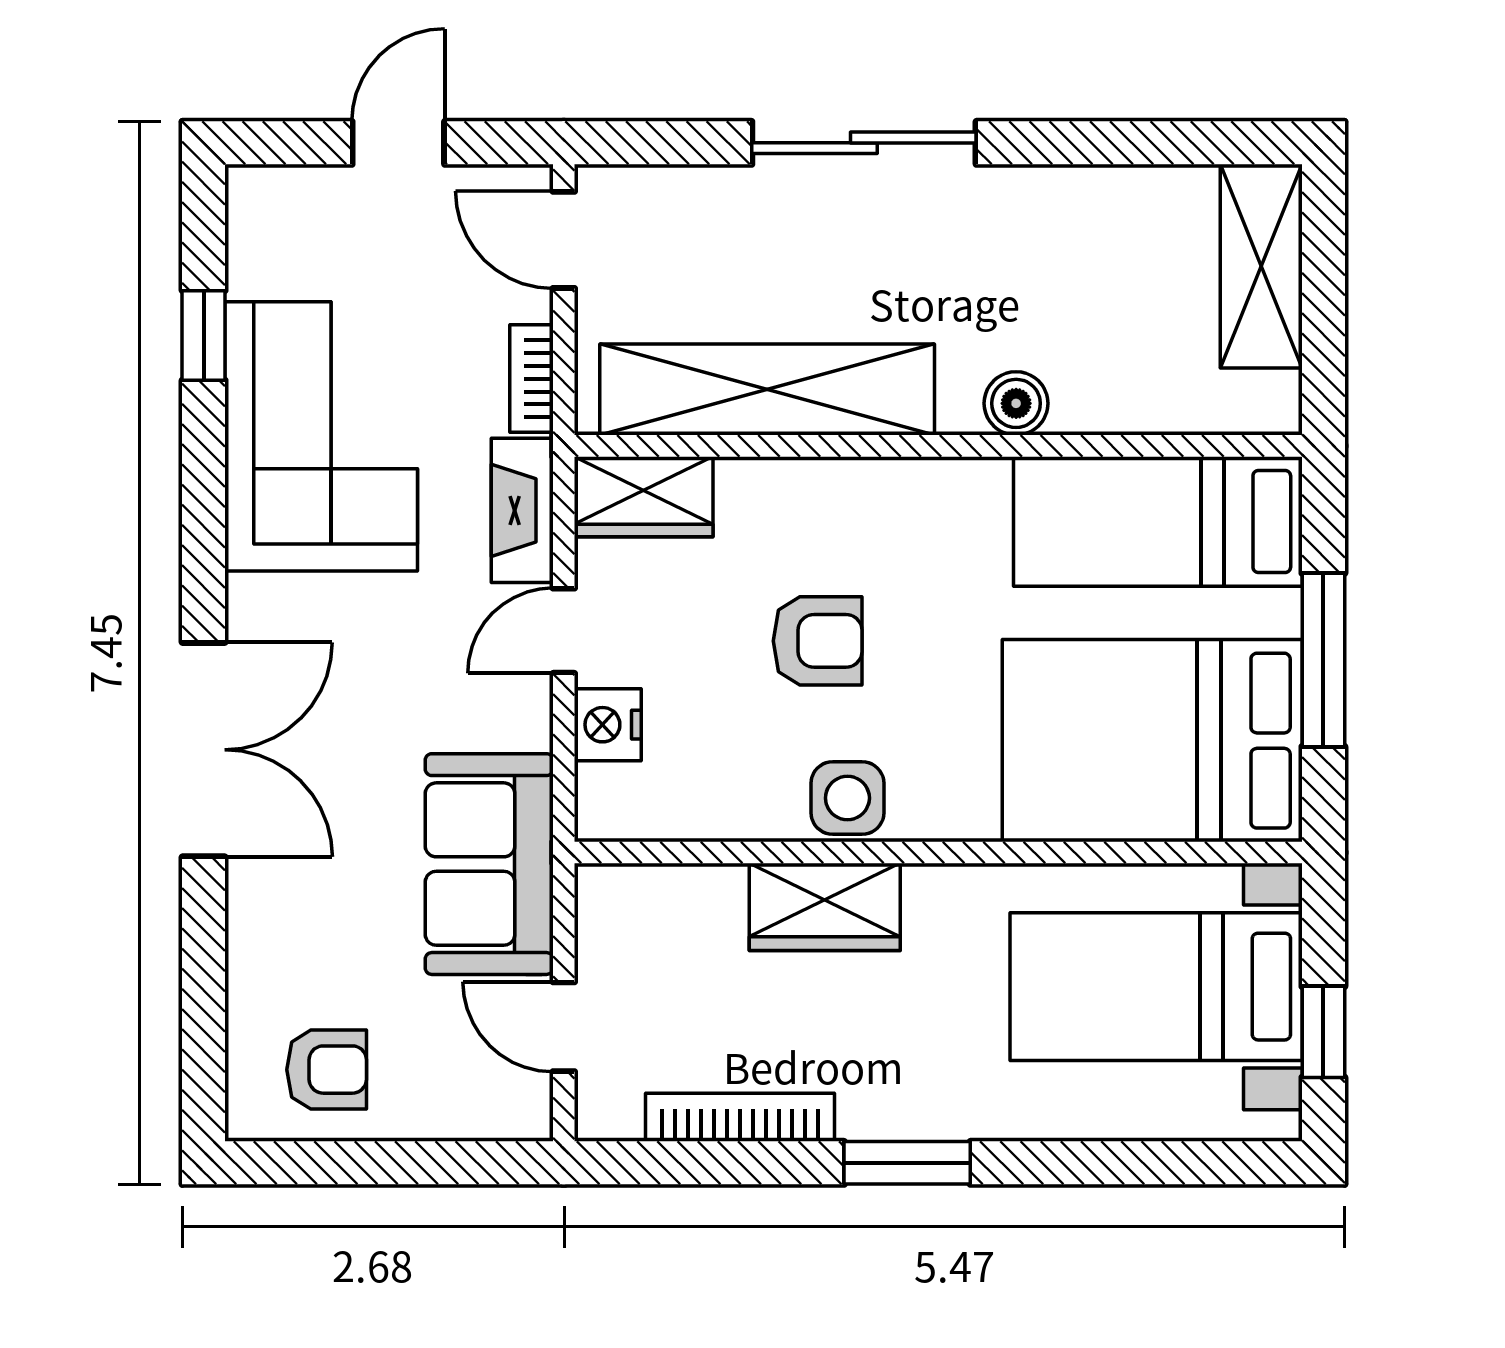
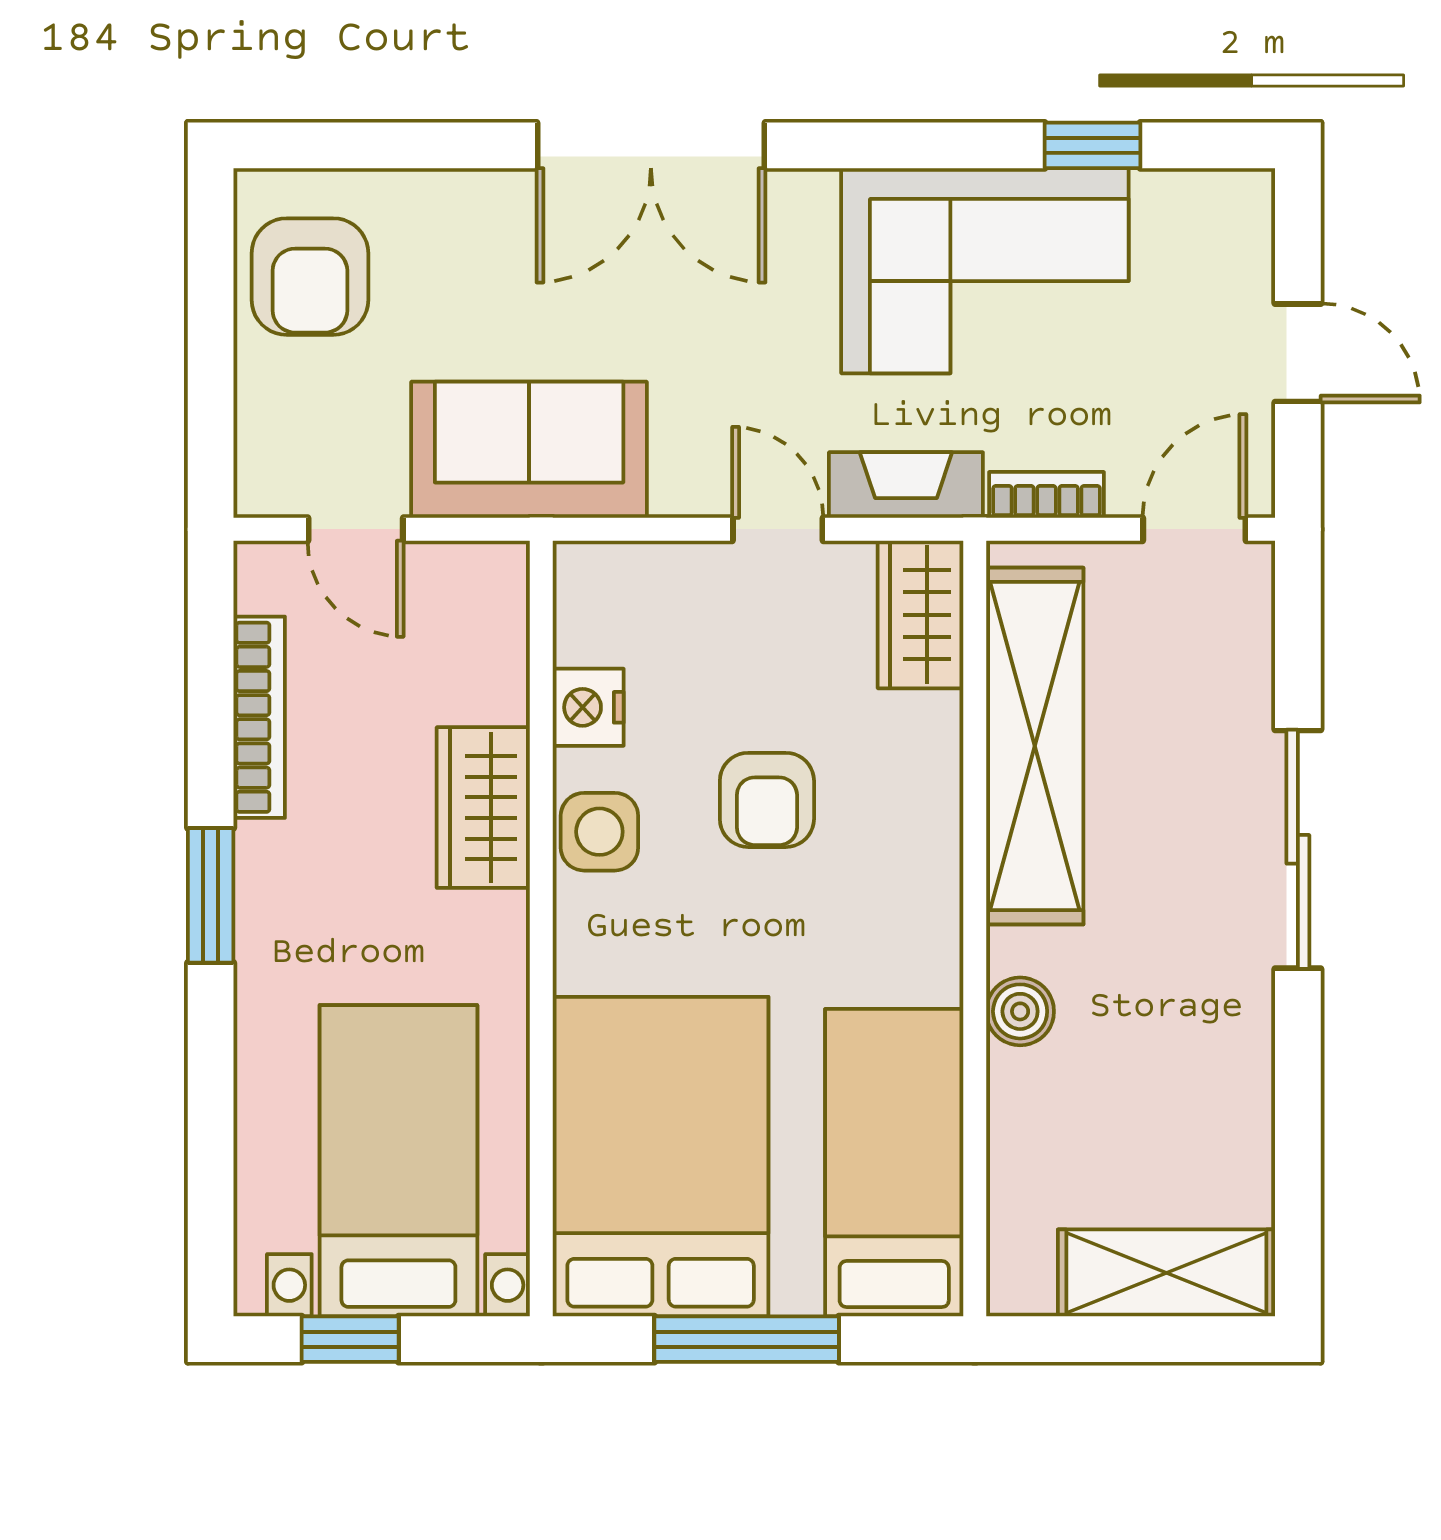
nightstand: (608, 725) -> (588, 707), moved, turned -90
door: (564, 1027) -> (356, 529), swing flipped
armchair: (327, 1070) -> (310, 277), width x1.38, depth x1.38

